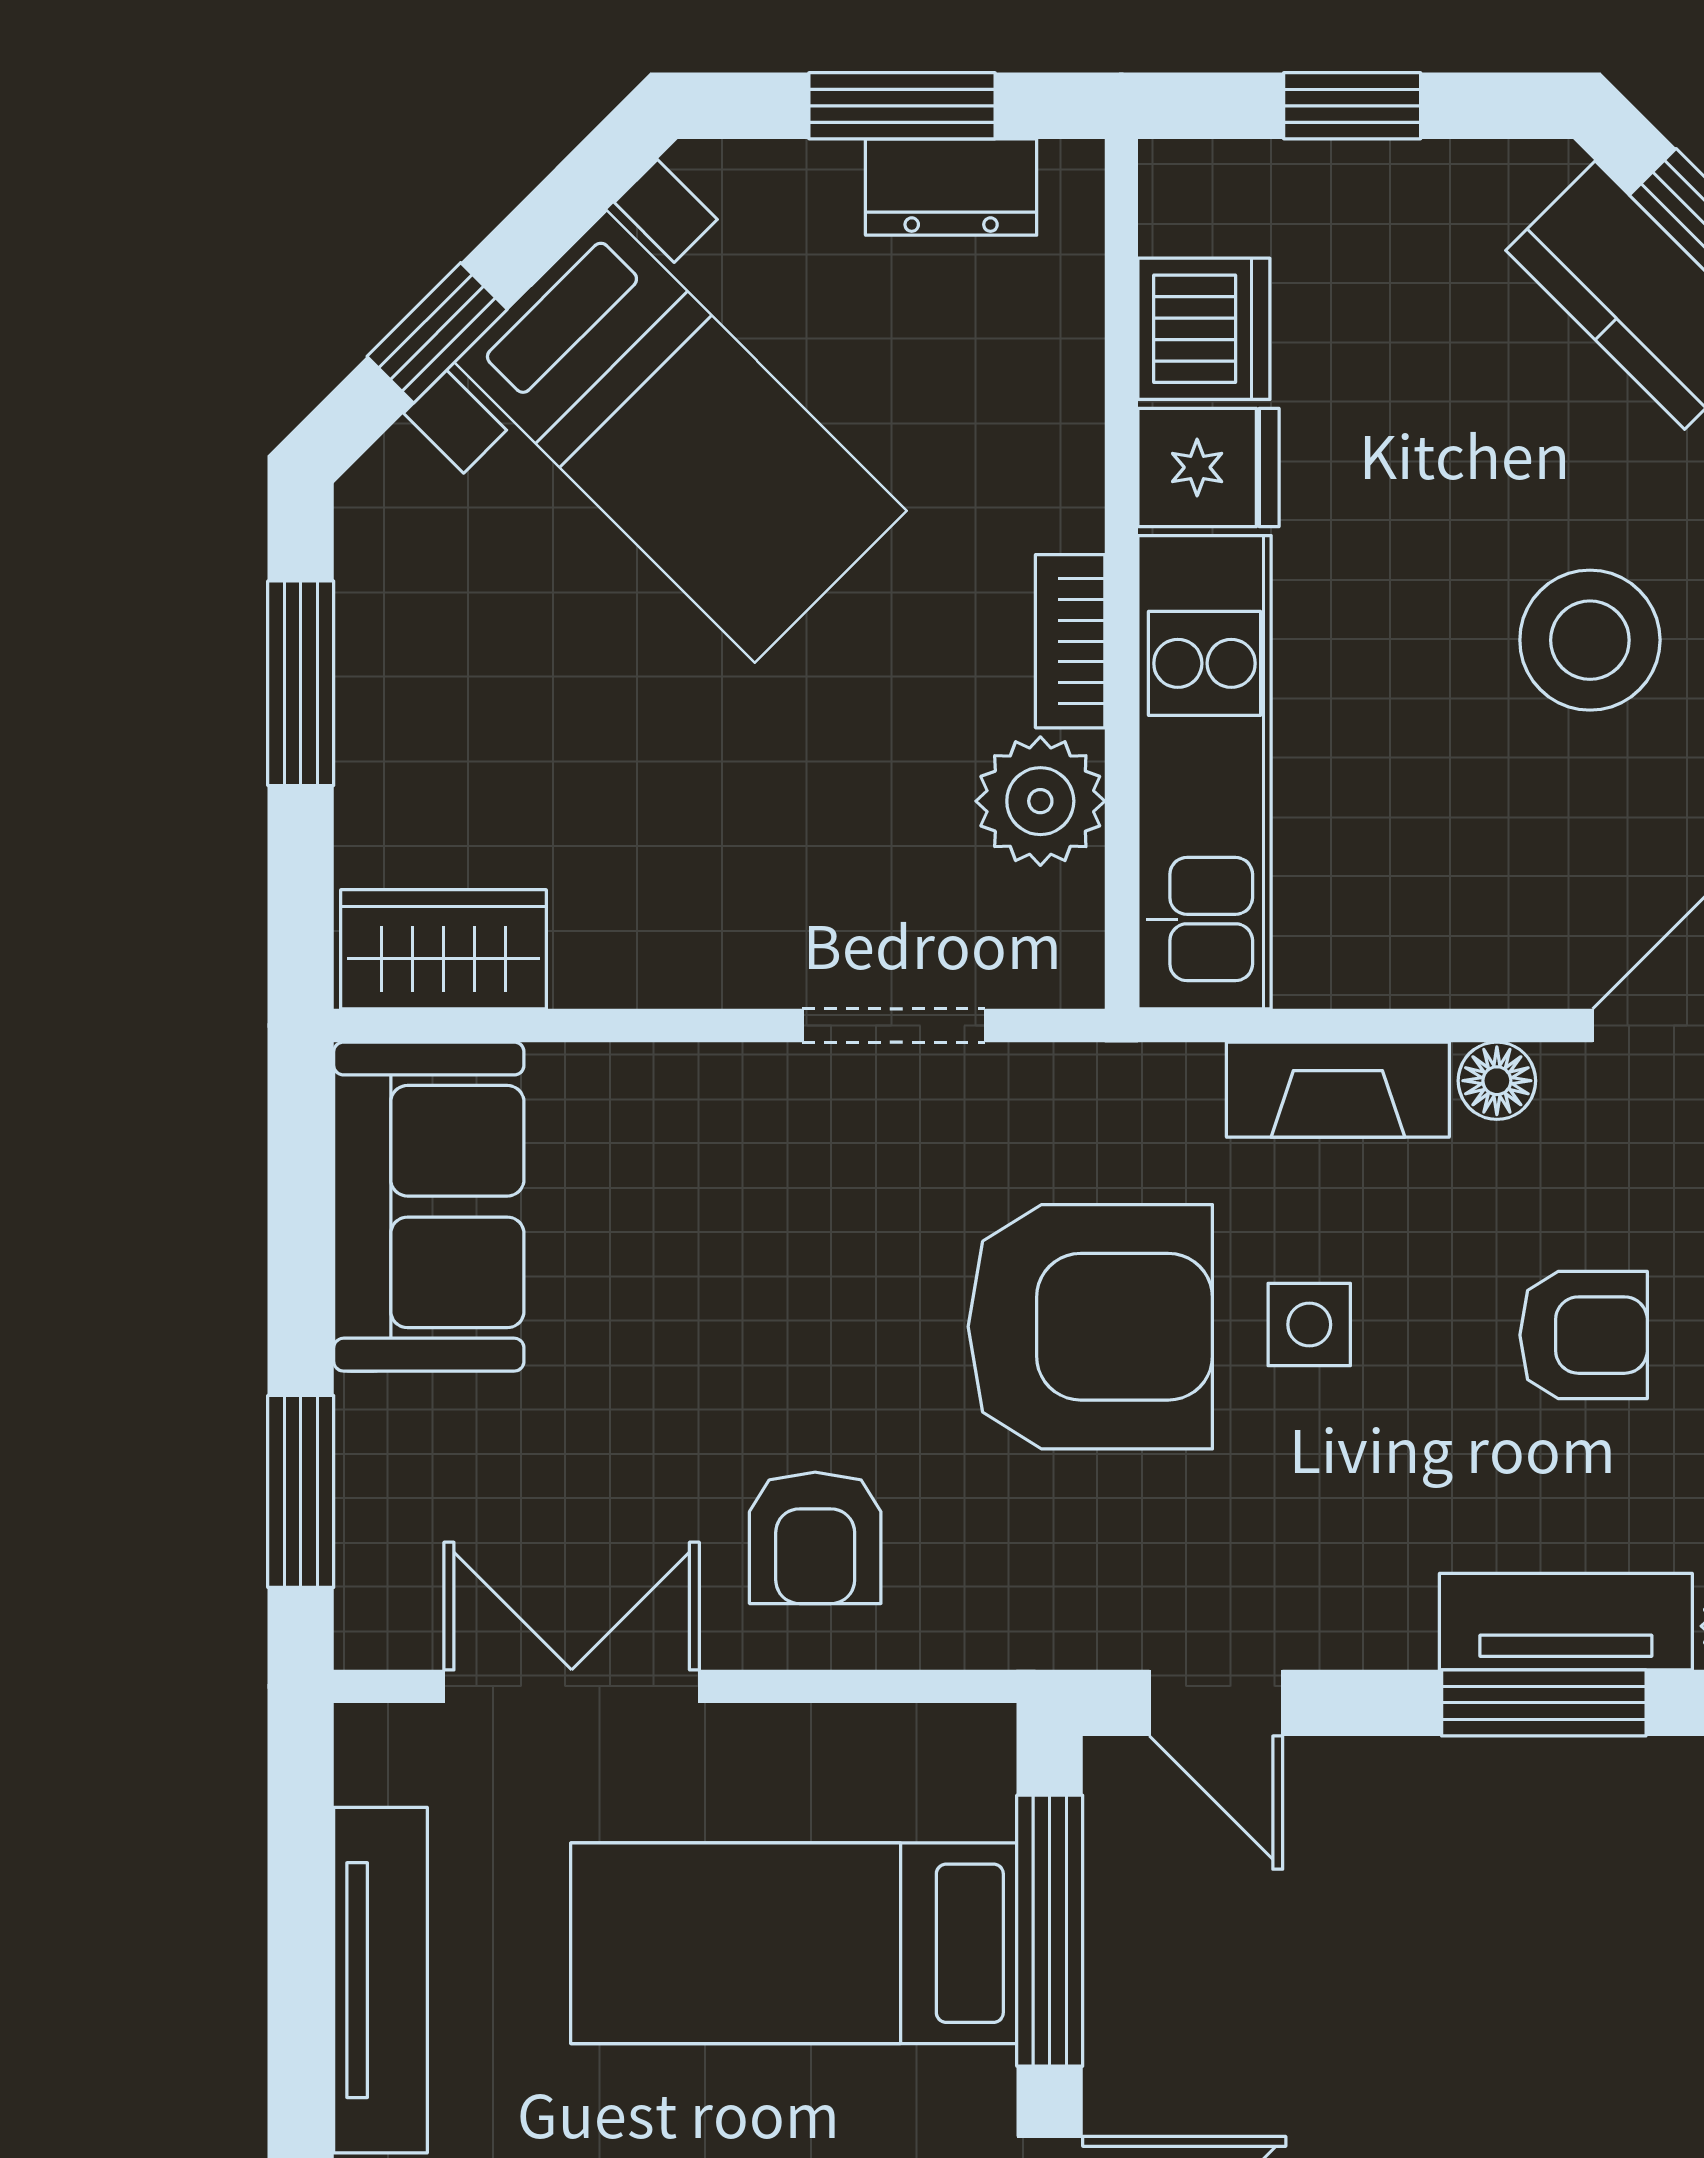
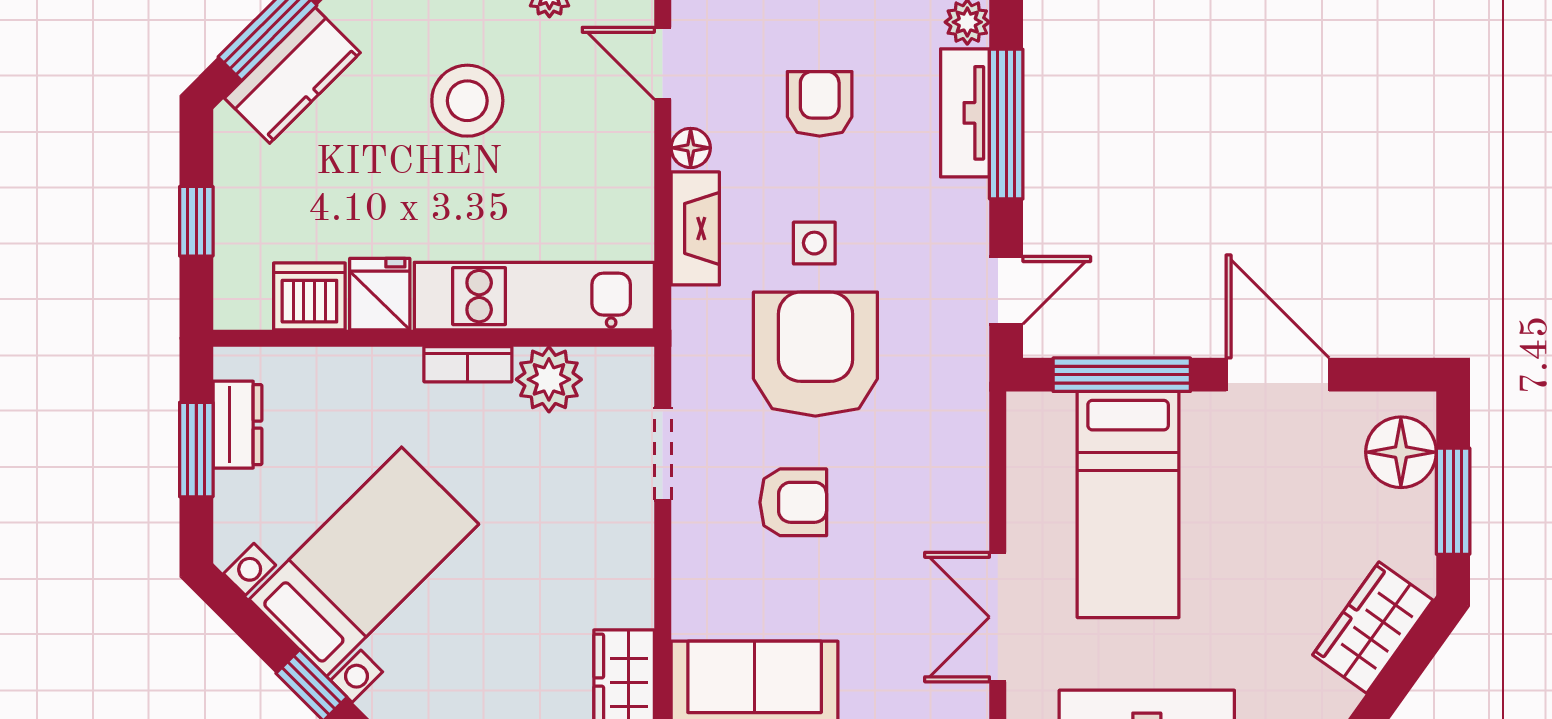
armchair: (815, 1538) -> (793, 502), moved
window: (1544, 1703) -> (1006, 124), width x1.44

